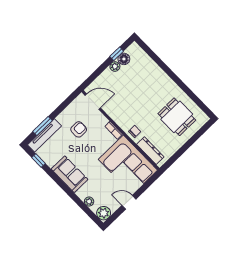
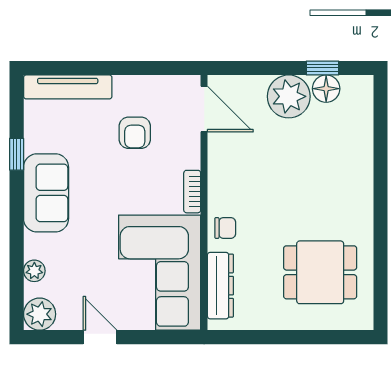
plant: (115, 66) -> (289, 96), width x1.88, depth x1.88
dining table: (177, 117) -> (320, 272), turned 90
window: (42, 126) -> (80, 68), removed
armchair: (79, 129) -> (135, 133), turned 90
window: (39, 161) -> (17, 154), moved

